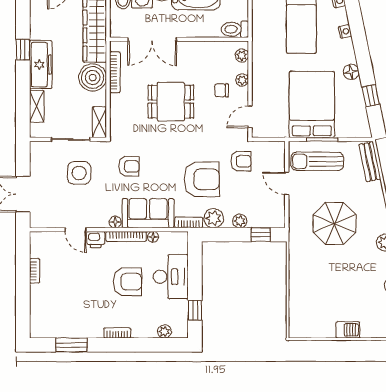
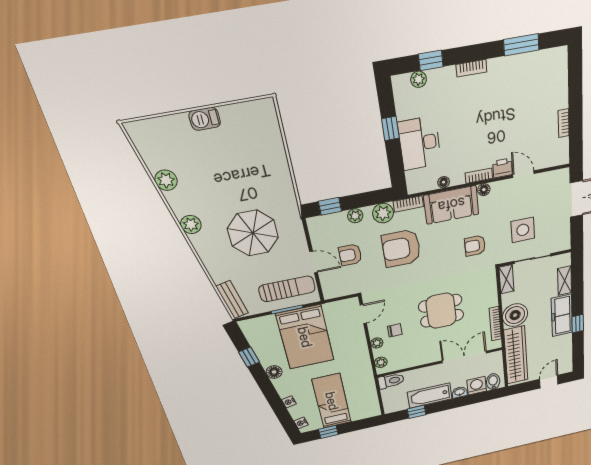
armchair: (241, 161) -> (350, 255), moved
bookcase: (126, 236) -> (479, 176), width x0.64
armchair: (127, 282) -> (466, 129), removed
window: (195, 310) -> (390, 128), moved
window: (152, 345) -> (431, 60), added

